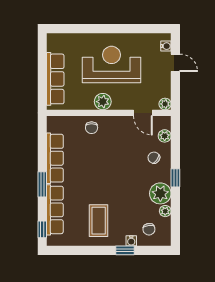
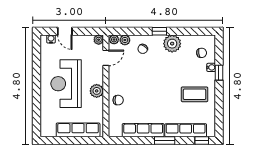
door: (175, 63) -> (65, 31), swing flipped
plant: (165, 211) -> (114, 40), moved

